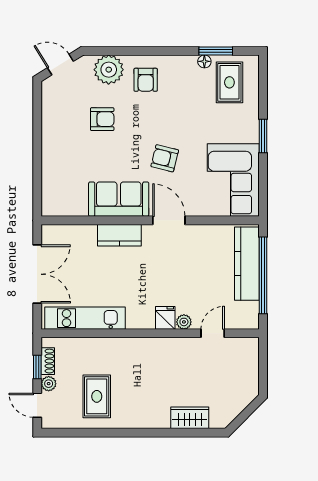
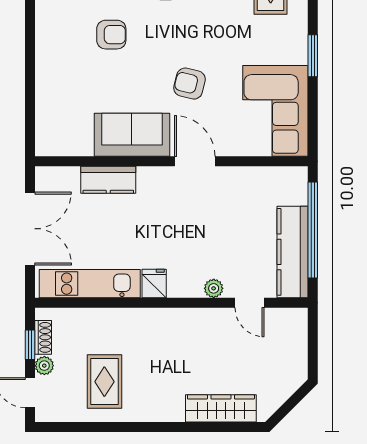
kitchen counter: (119, 235) -> (108, 180), moved
kitchen counter: (247, 264) -> (292, 252), moved
fridge: (165, 318) -> (154, 283), moved
door: (213, 333) -> (250, 303), swing flipped
wardrobe: (190, 418) -> (221, 408), width x1.50

